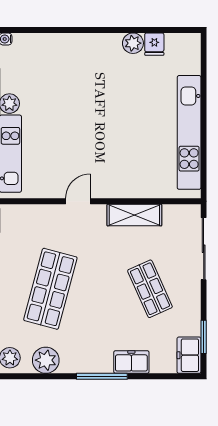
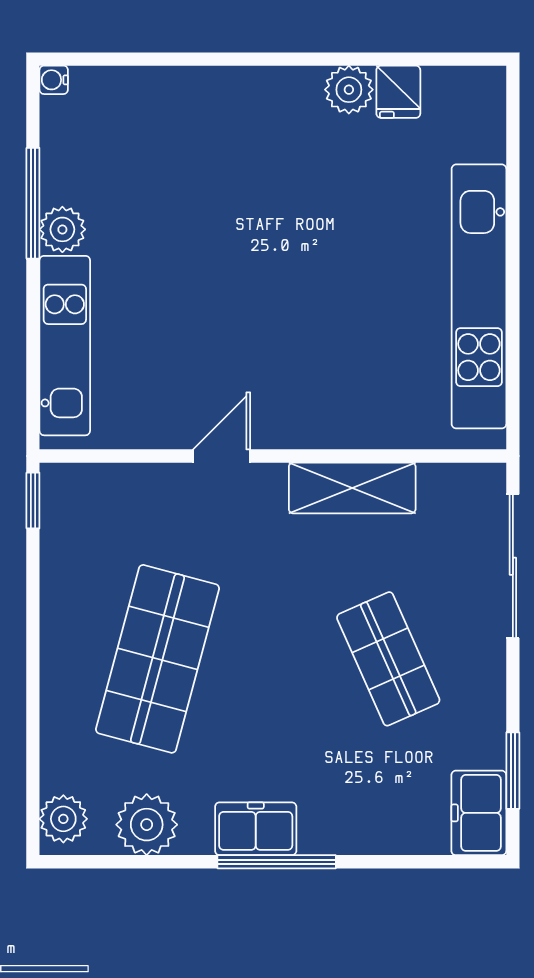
freezer: (131, 362) -> (256, 829), moved

